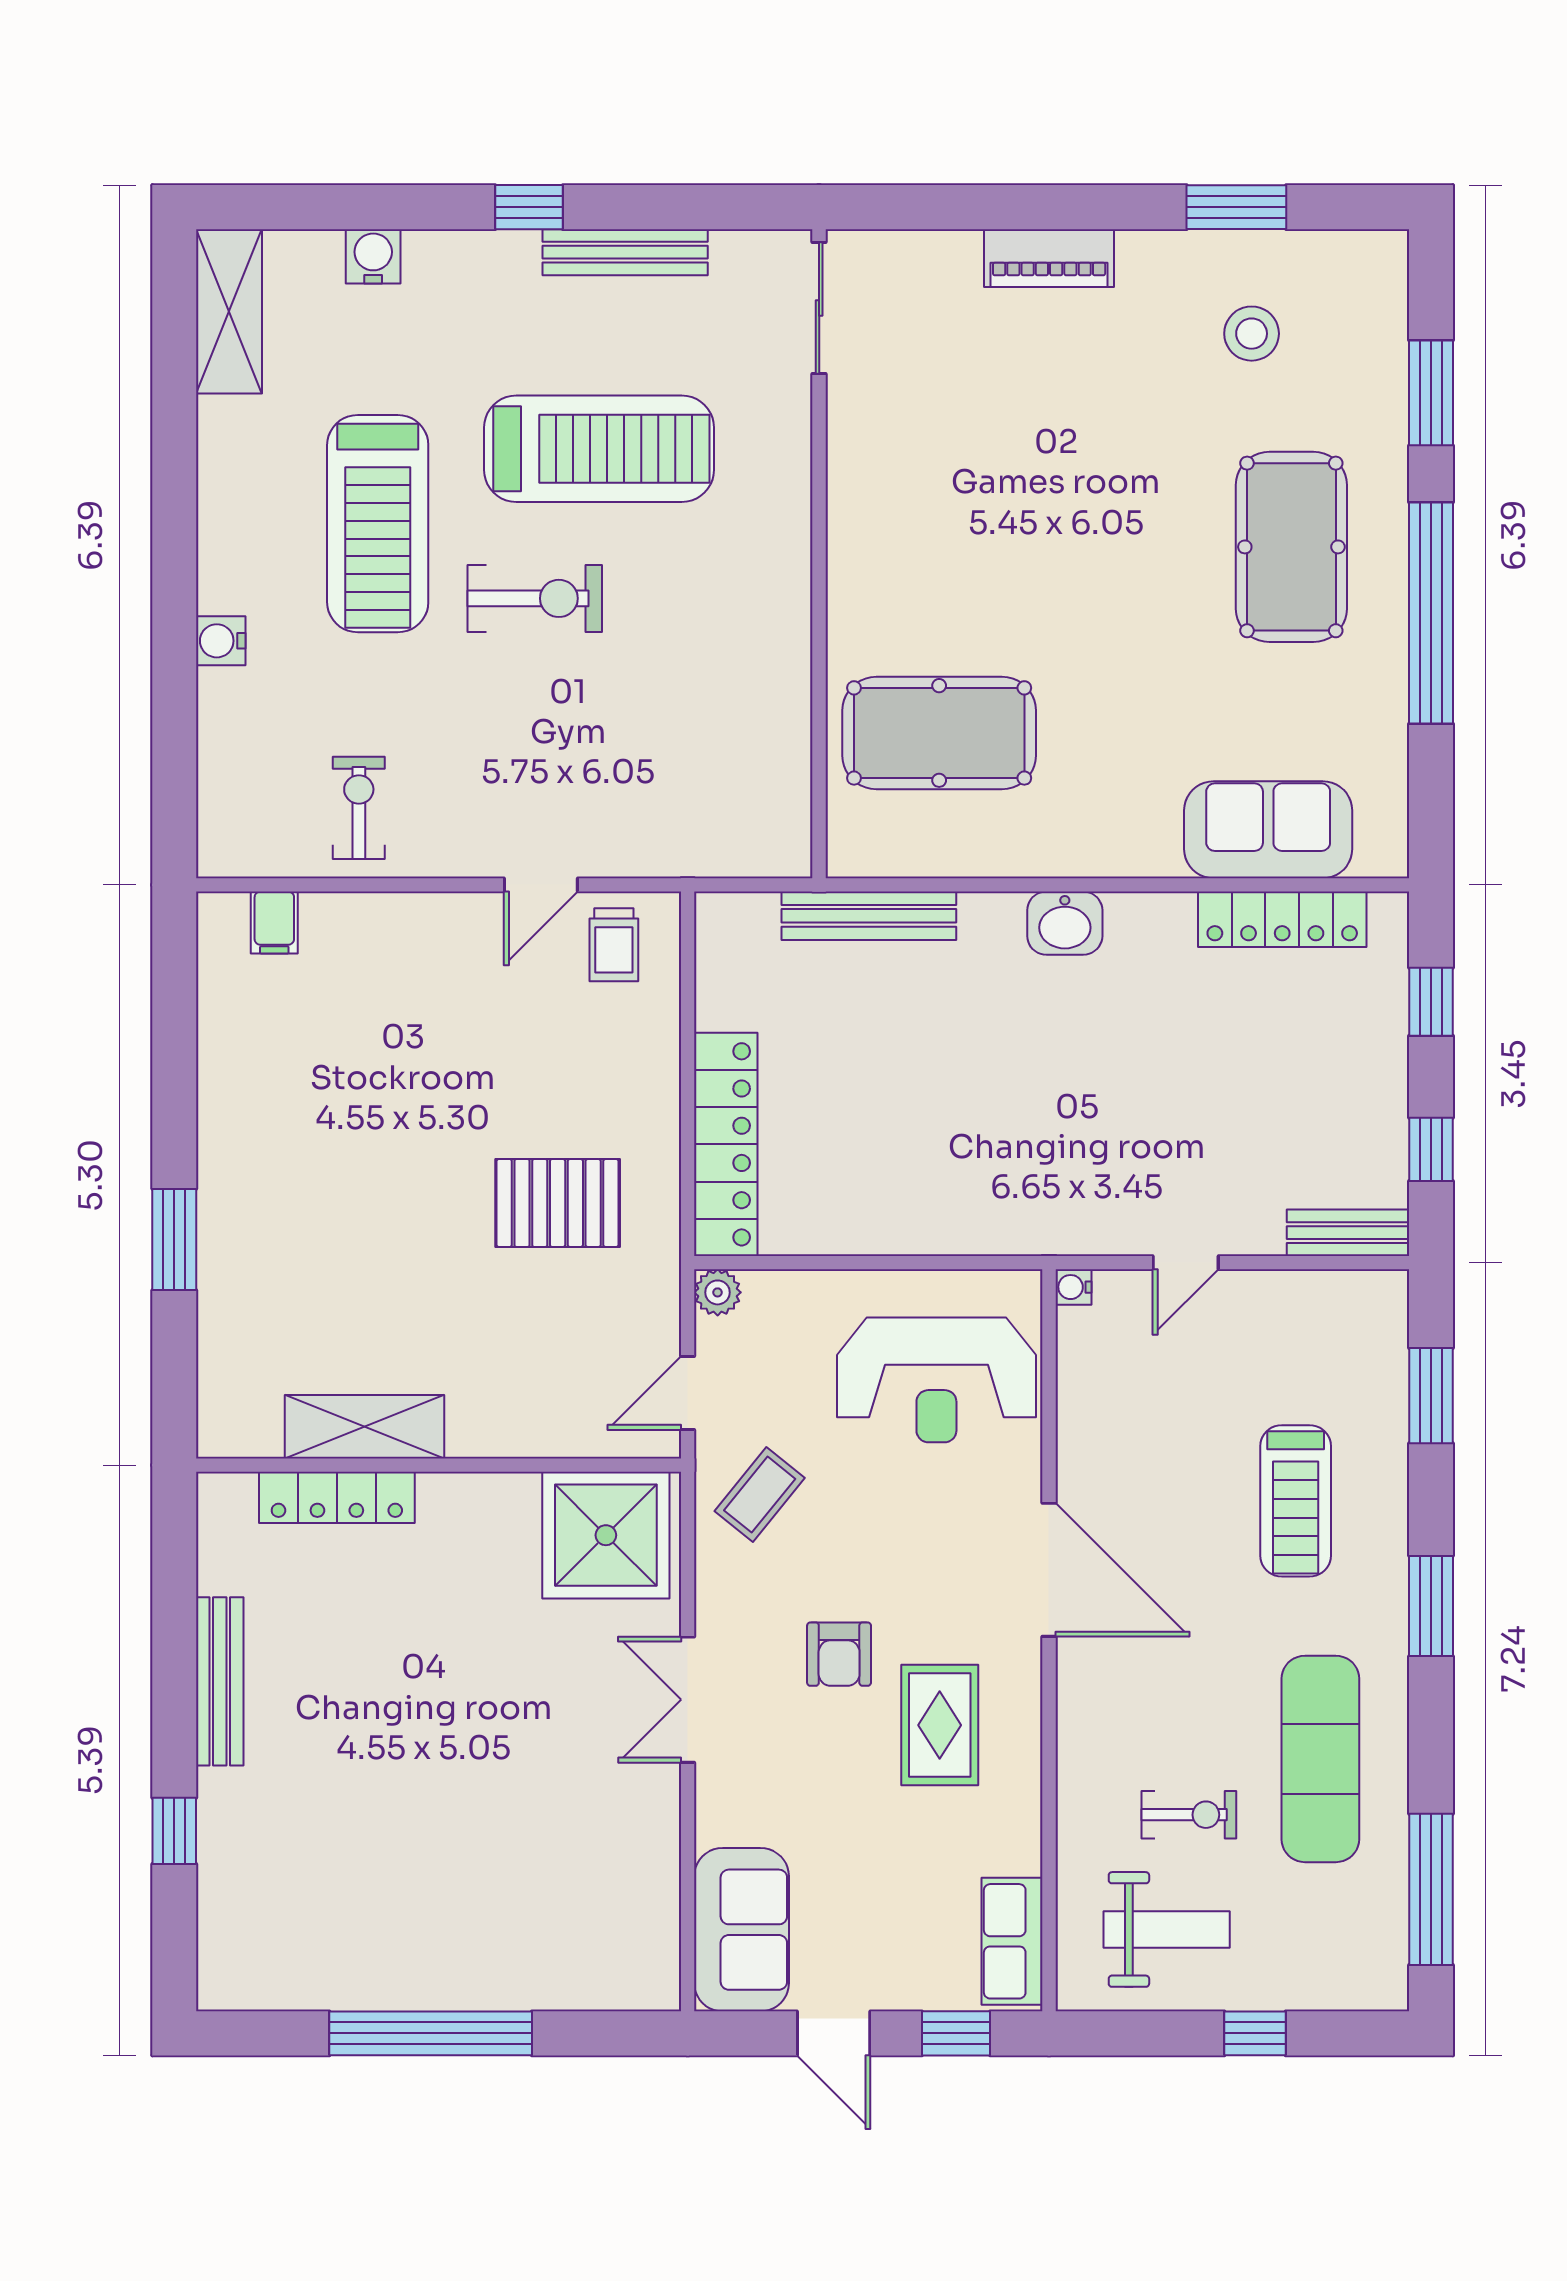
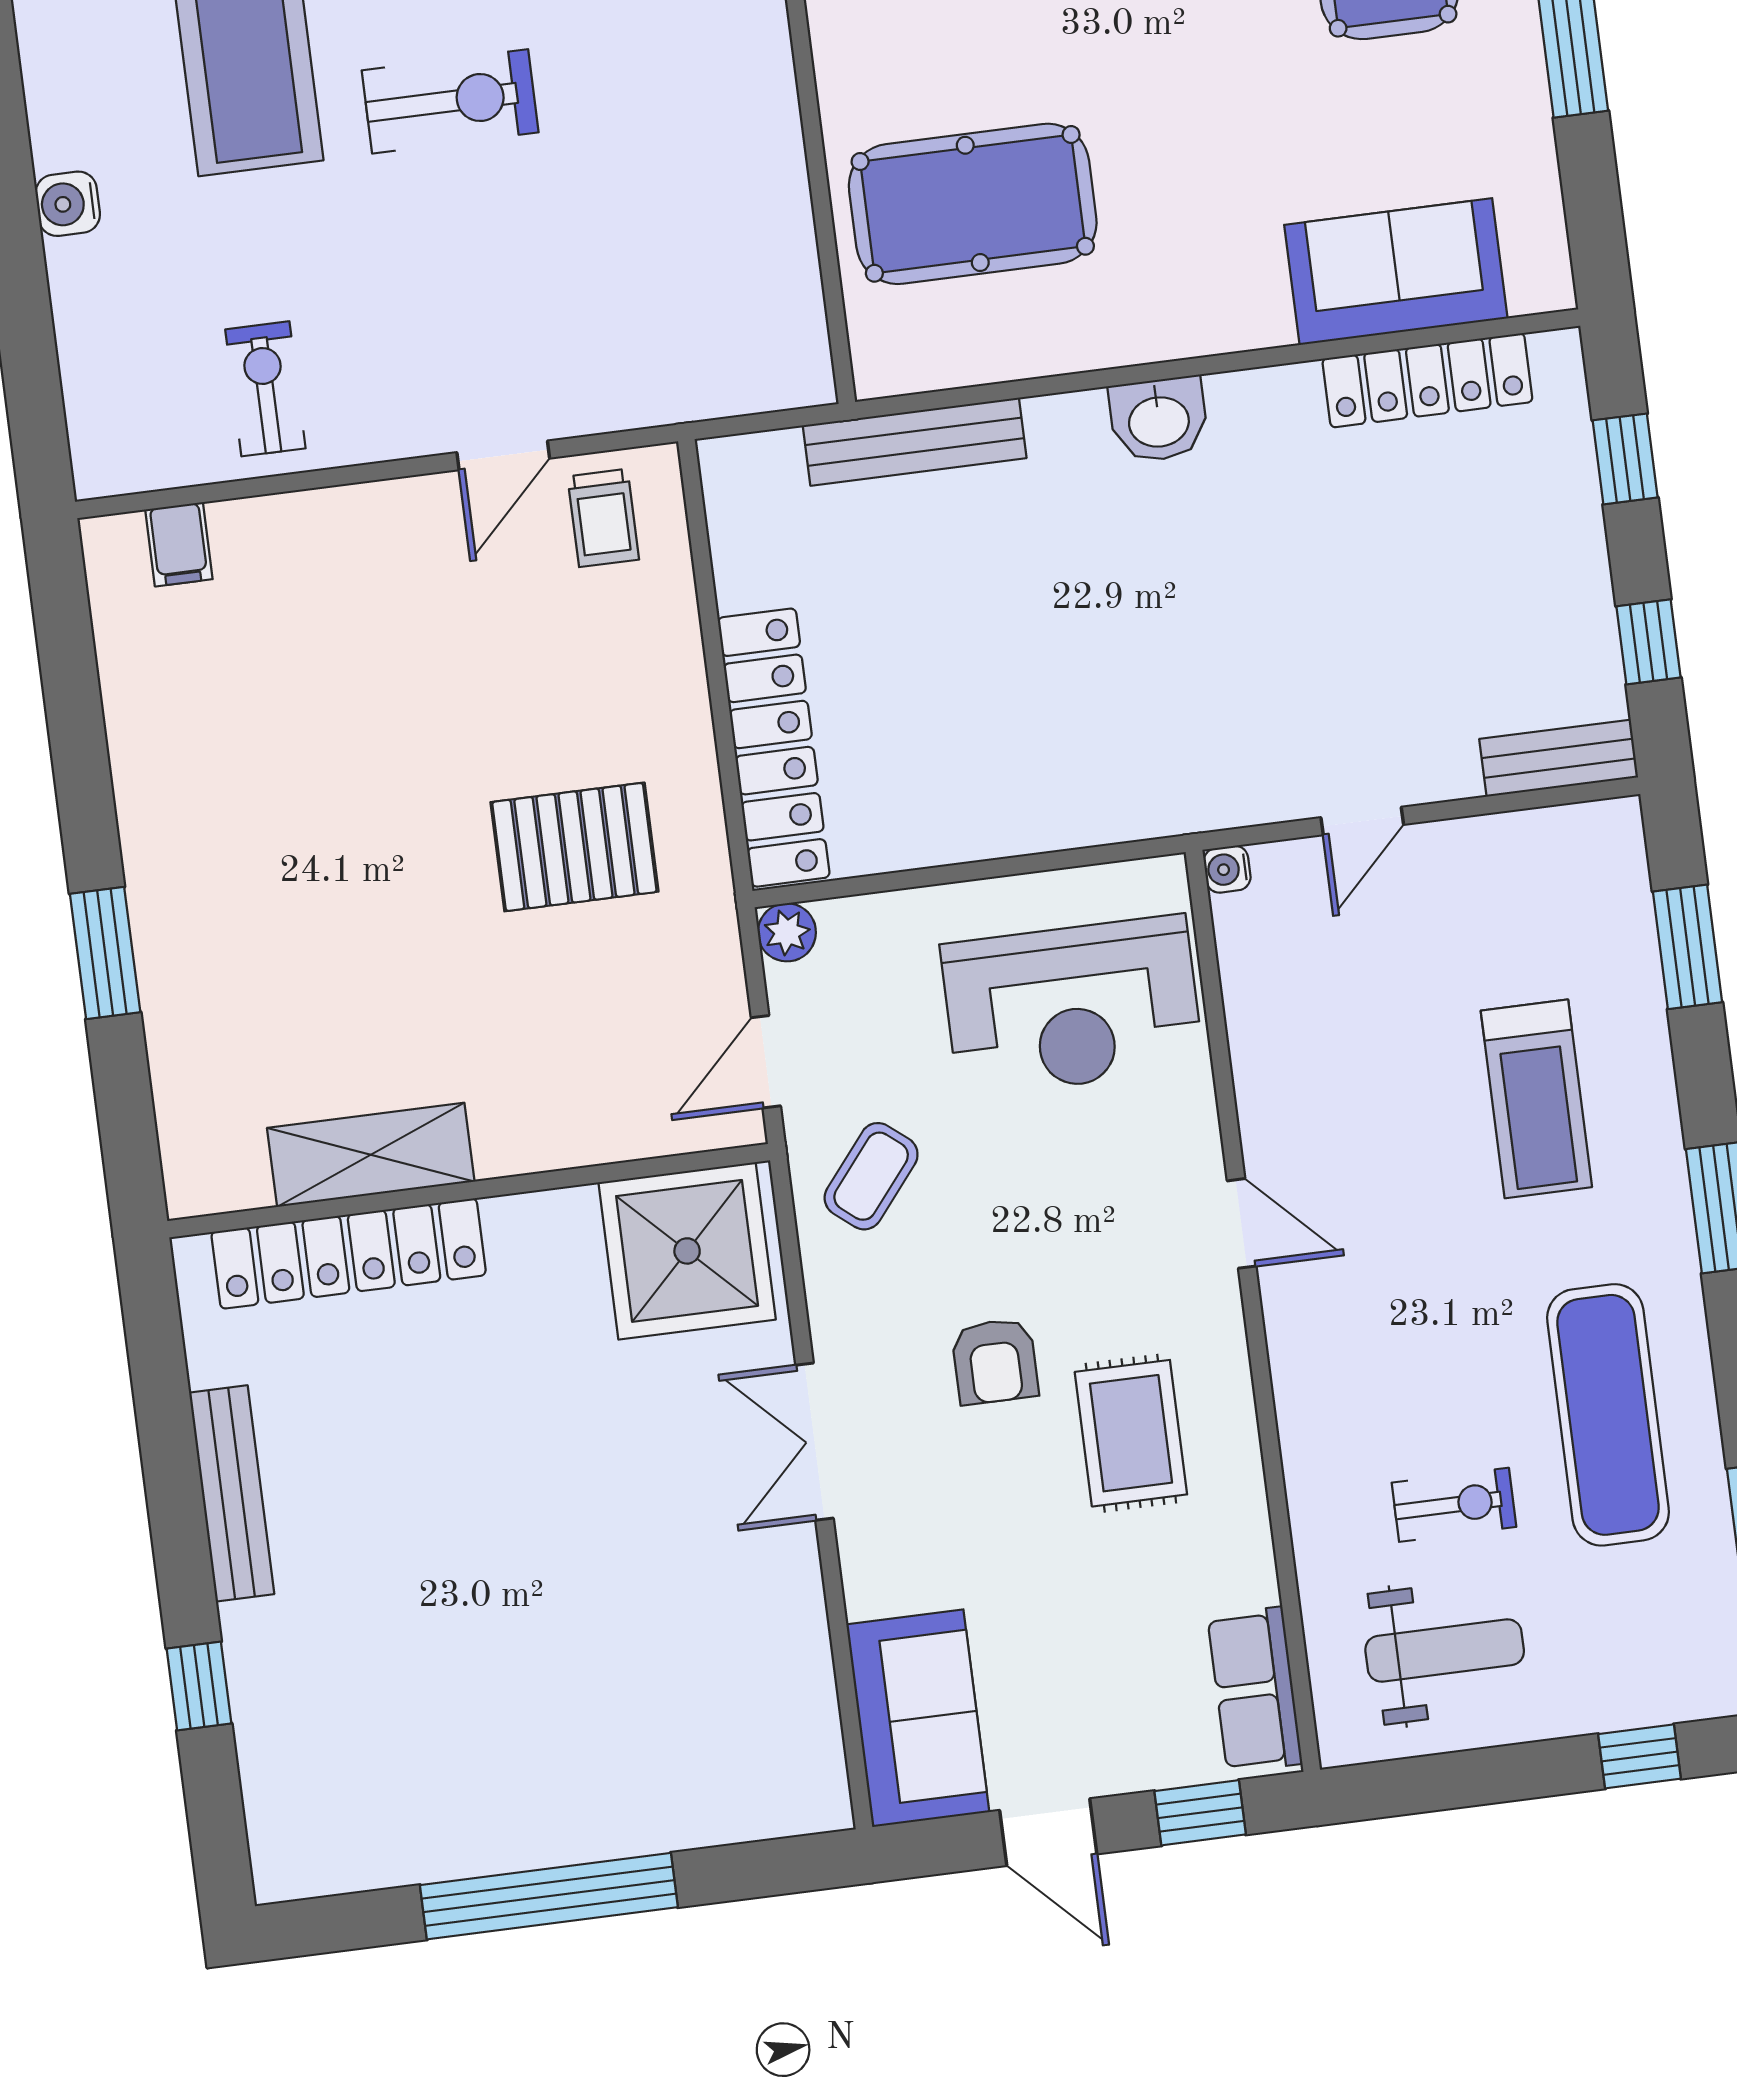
locker: (337, 1497) -> (349, 1254), width x1.41, depth x1.21
door: (1049, 1570) -> (1242, 1223), width x0.53
window: (1255, 2033) -> (1640, 1756), moved

